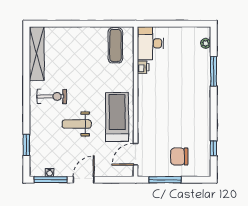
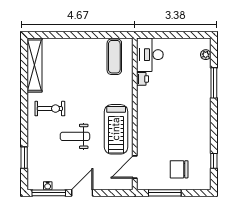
treadmill: (117, 117) -> (116, 129), turned 180

